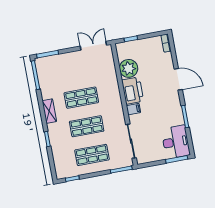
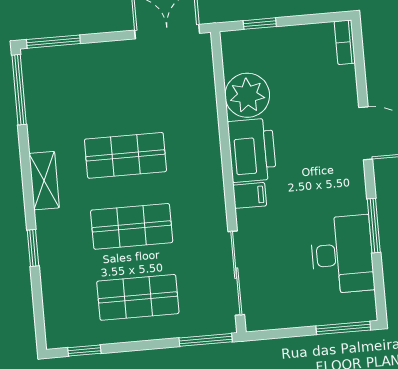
desk: (176, 142) -> (342, 254), moved

